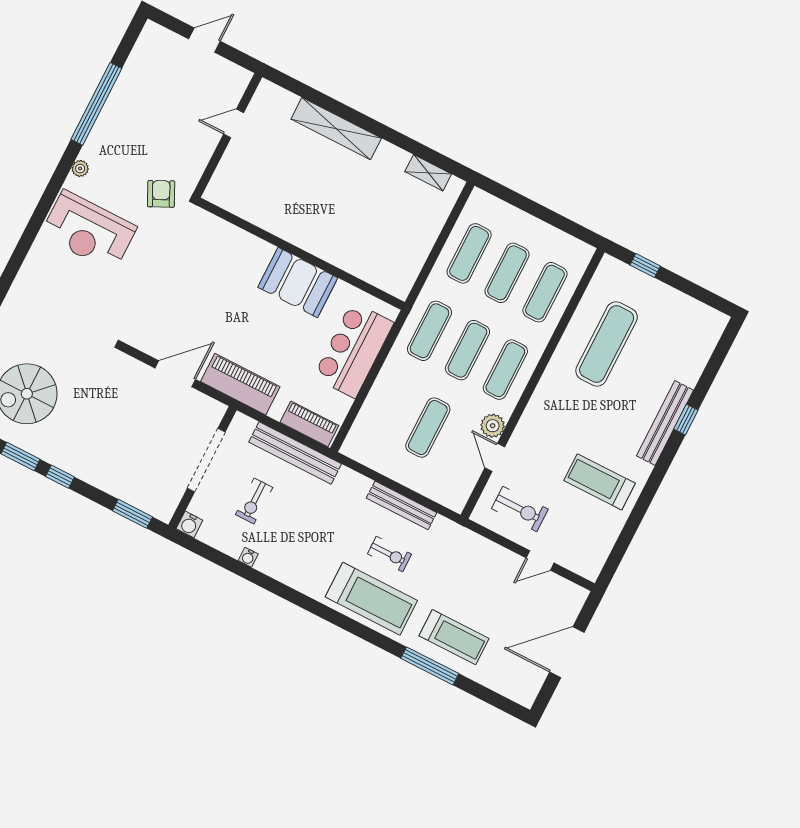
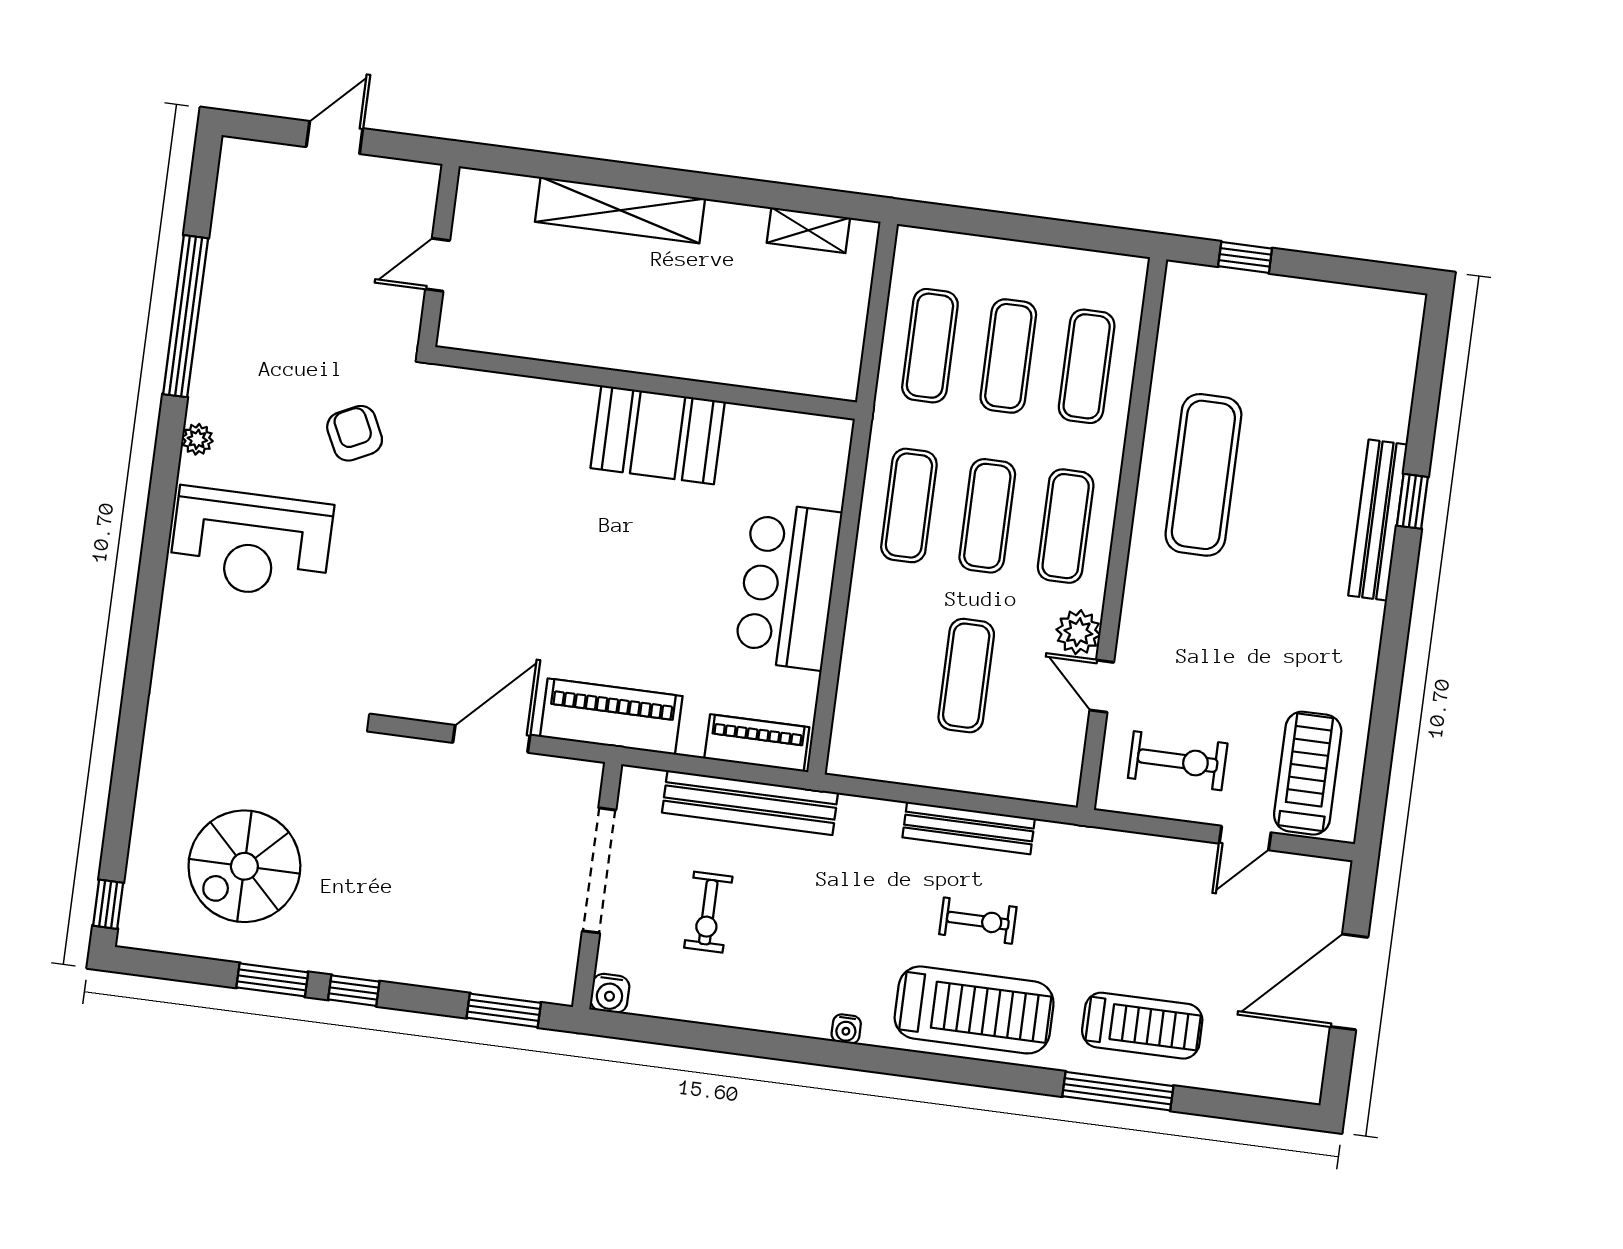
wall: (301, 254) -> (645, 383), moved
booth: (298, 283) -> (658, 435), moved
exercise mat: (607, 344) -> (1203, 475), moved
treadmill: (600, 482) -> (1308, 773), moved, turned 90
water cooler: (248, 557) -> (846, 1029), moved

